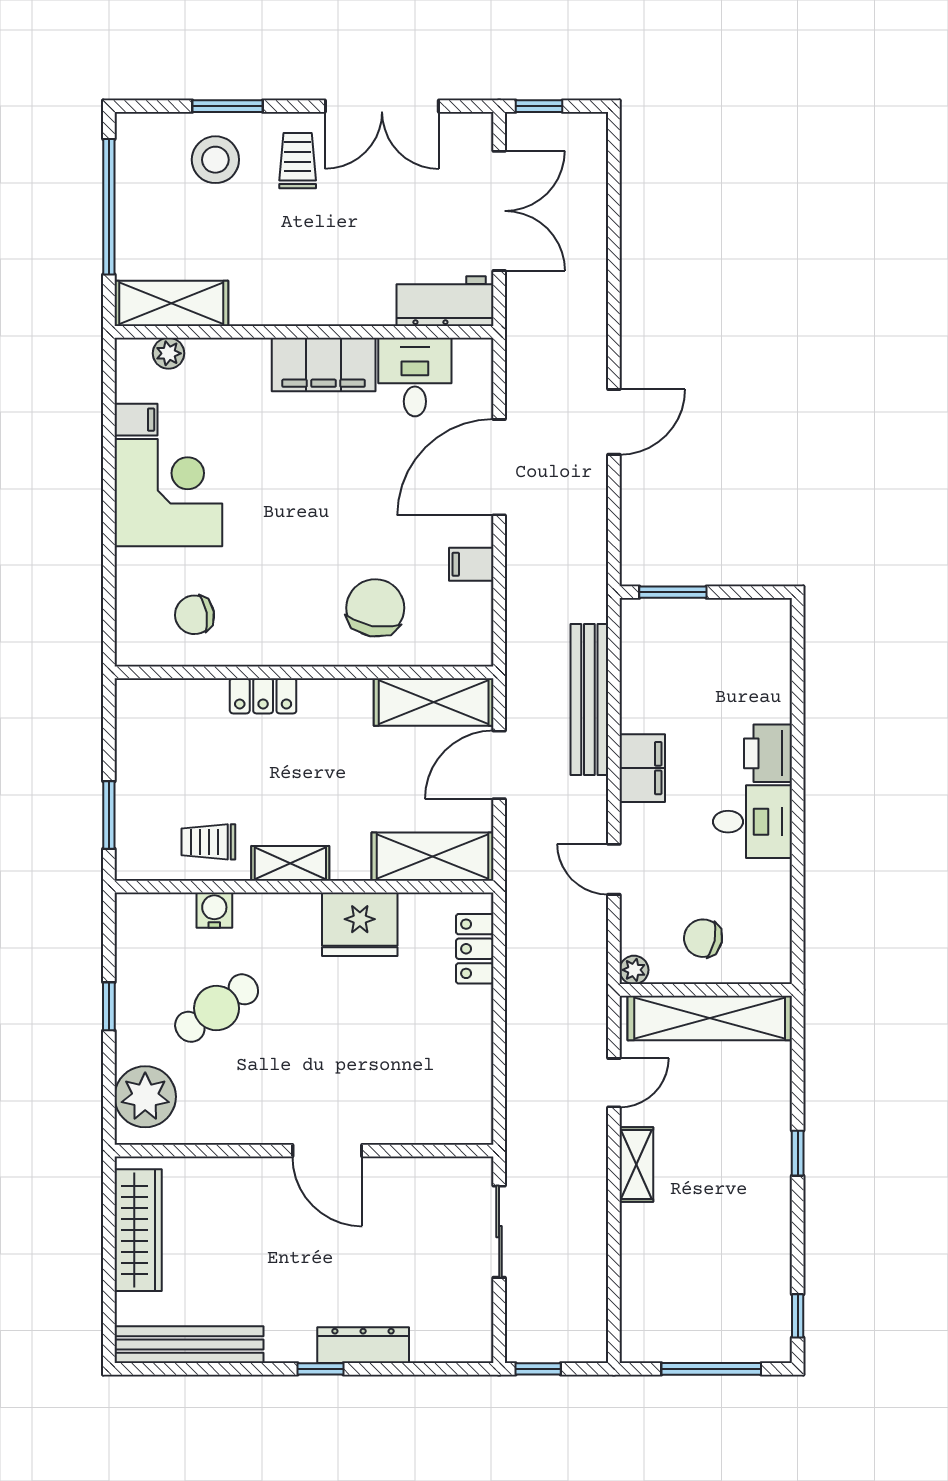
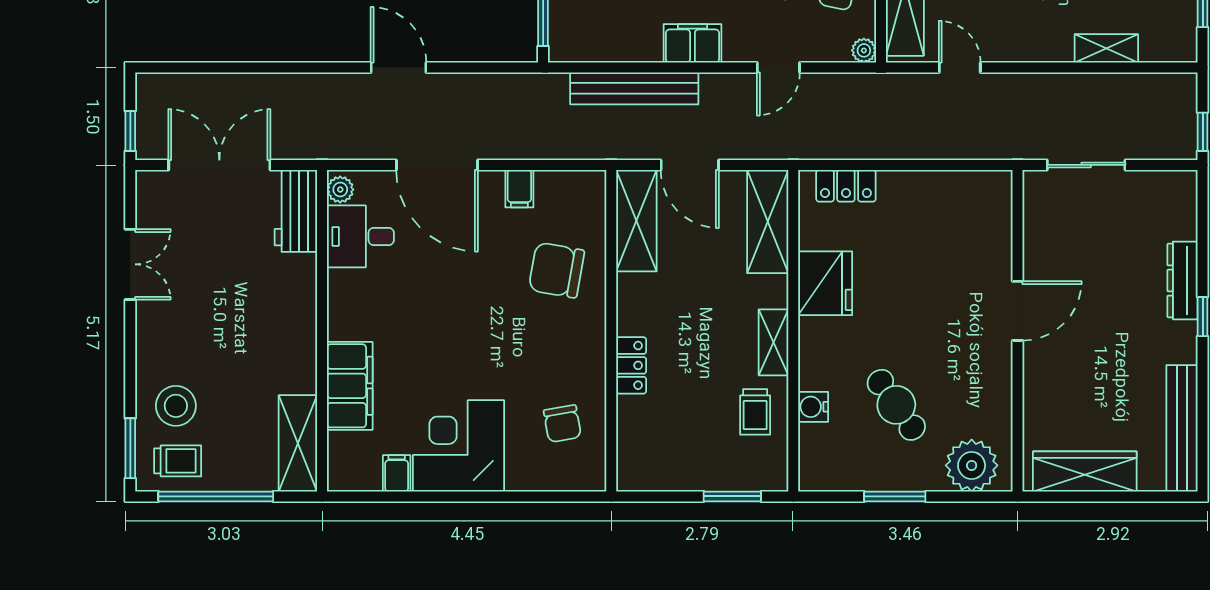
window: (228, 106) -> (130, 448), moved
double door: (382, 106) -> (130, 264), width x0.73
trolley: (298, 161) -> (178, 461), moved, turned 180
plant: (169, 353) -> (340, 190), moved
filing cabinet: (324, 364) -> (350, 386), moved
window: (109, 1006) -> (895, 496), width x1.50
shelving: (636, 1165) -> (1106, 48), moved

